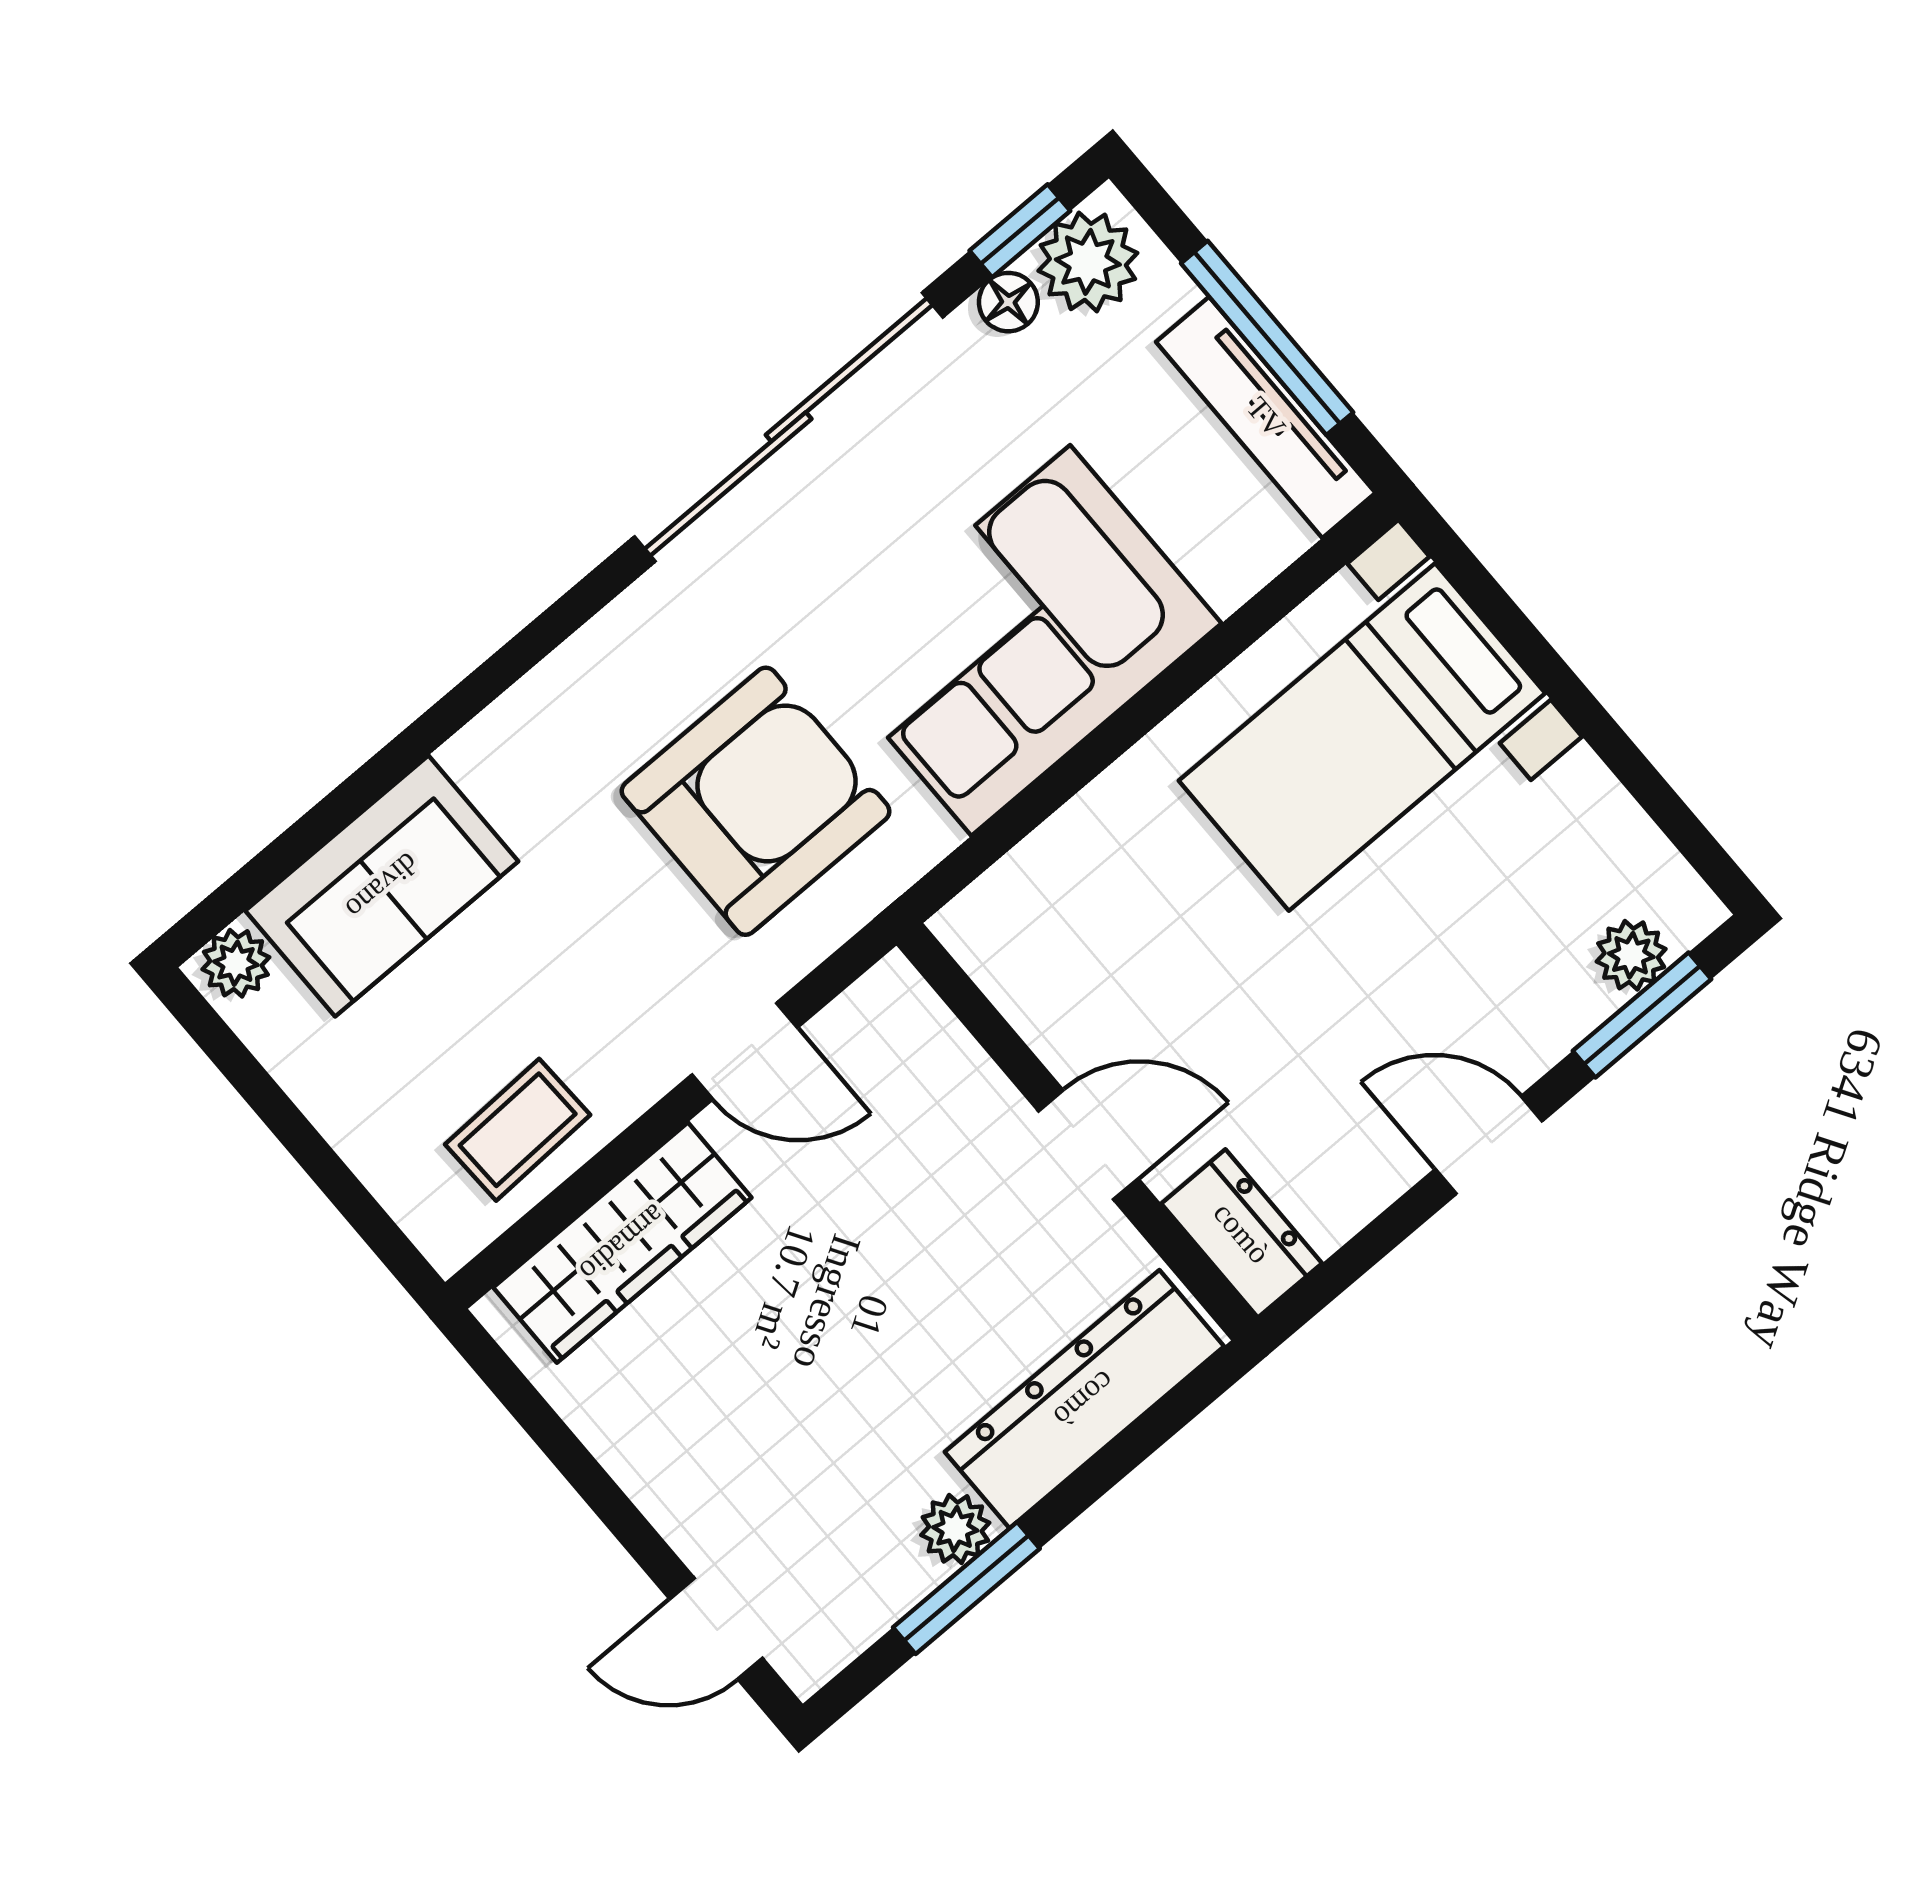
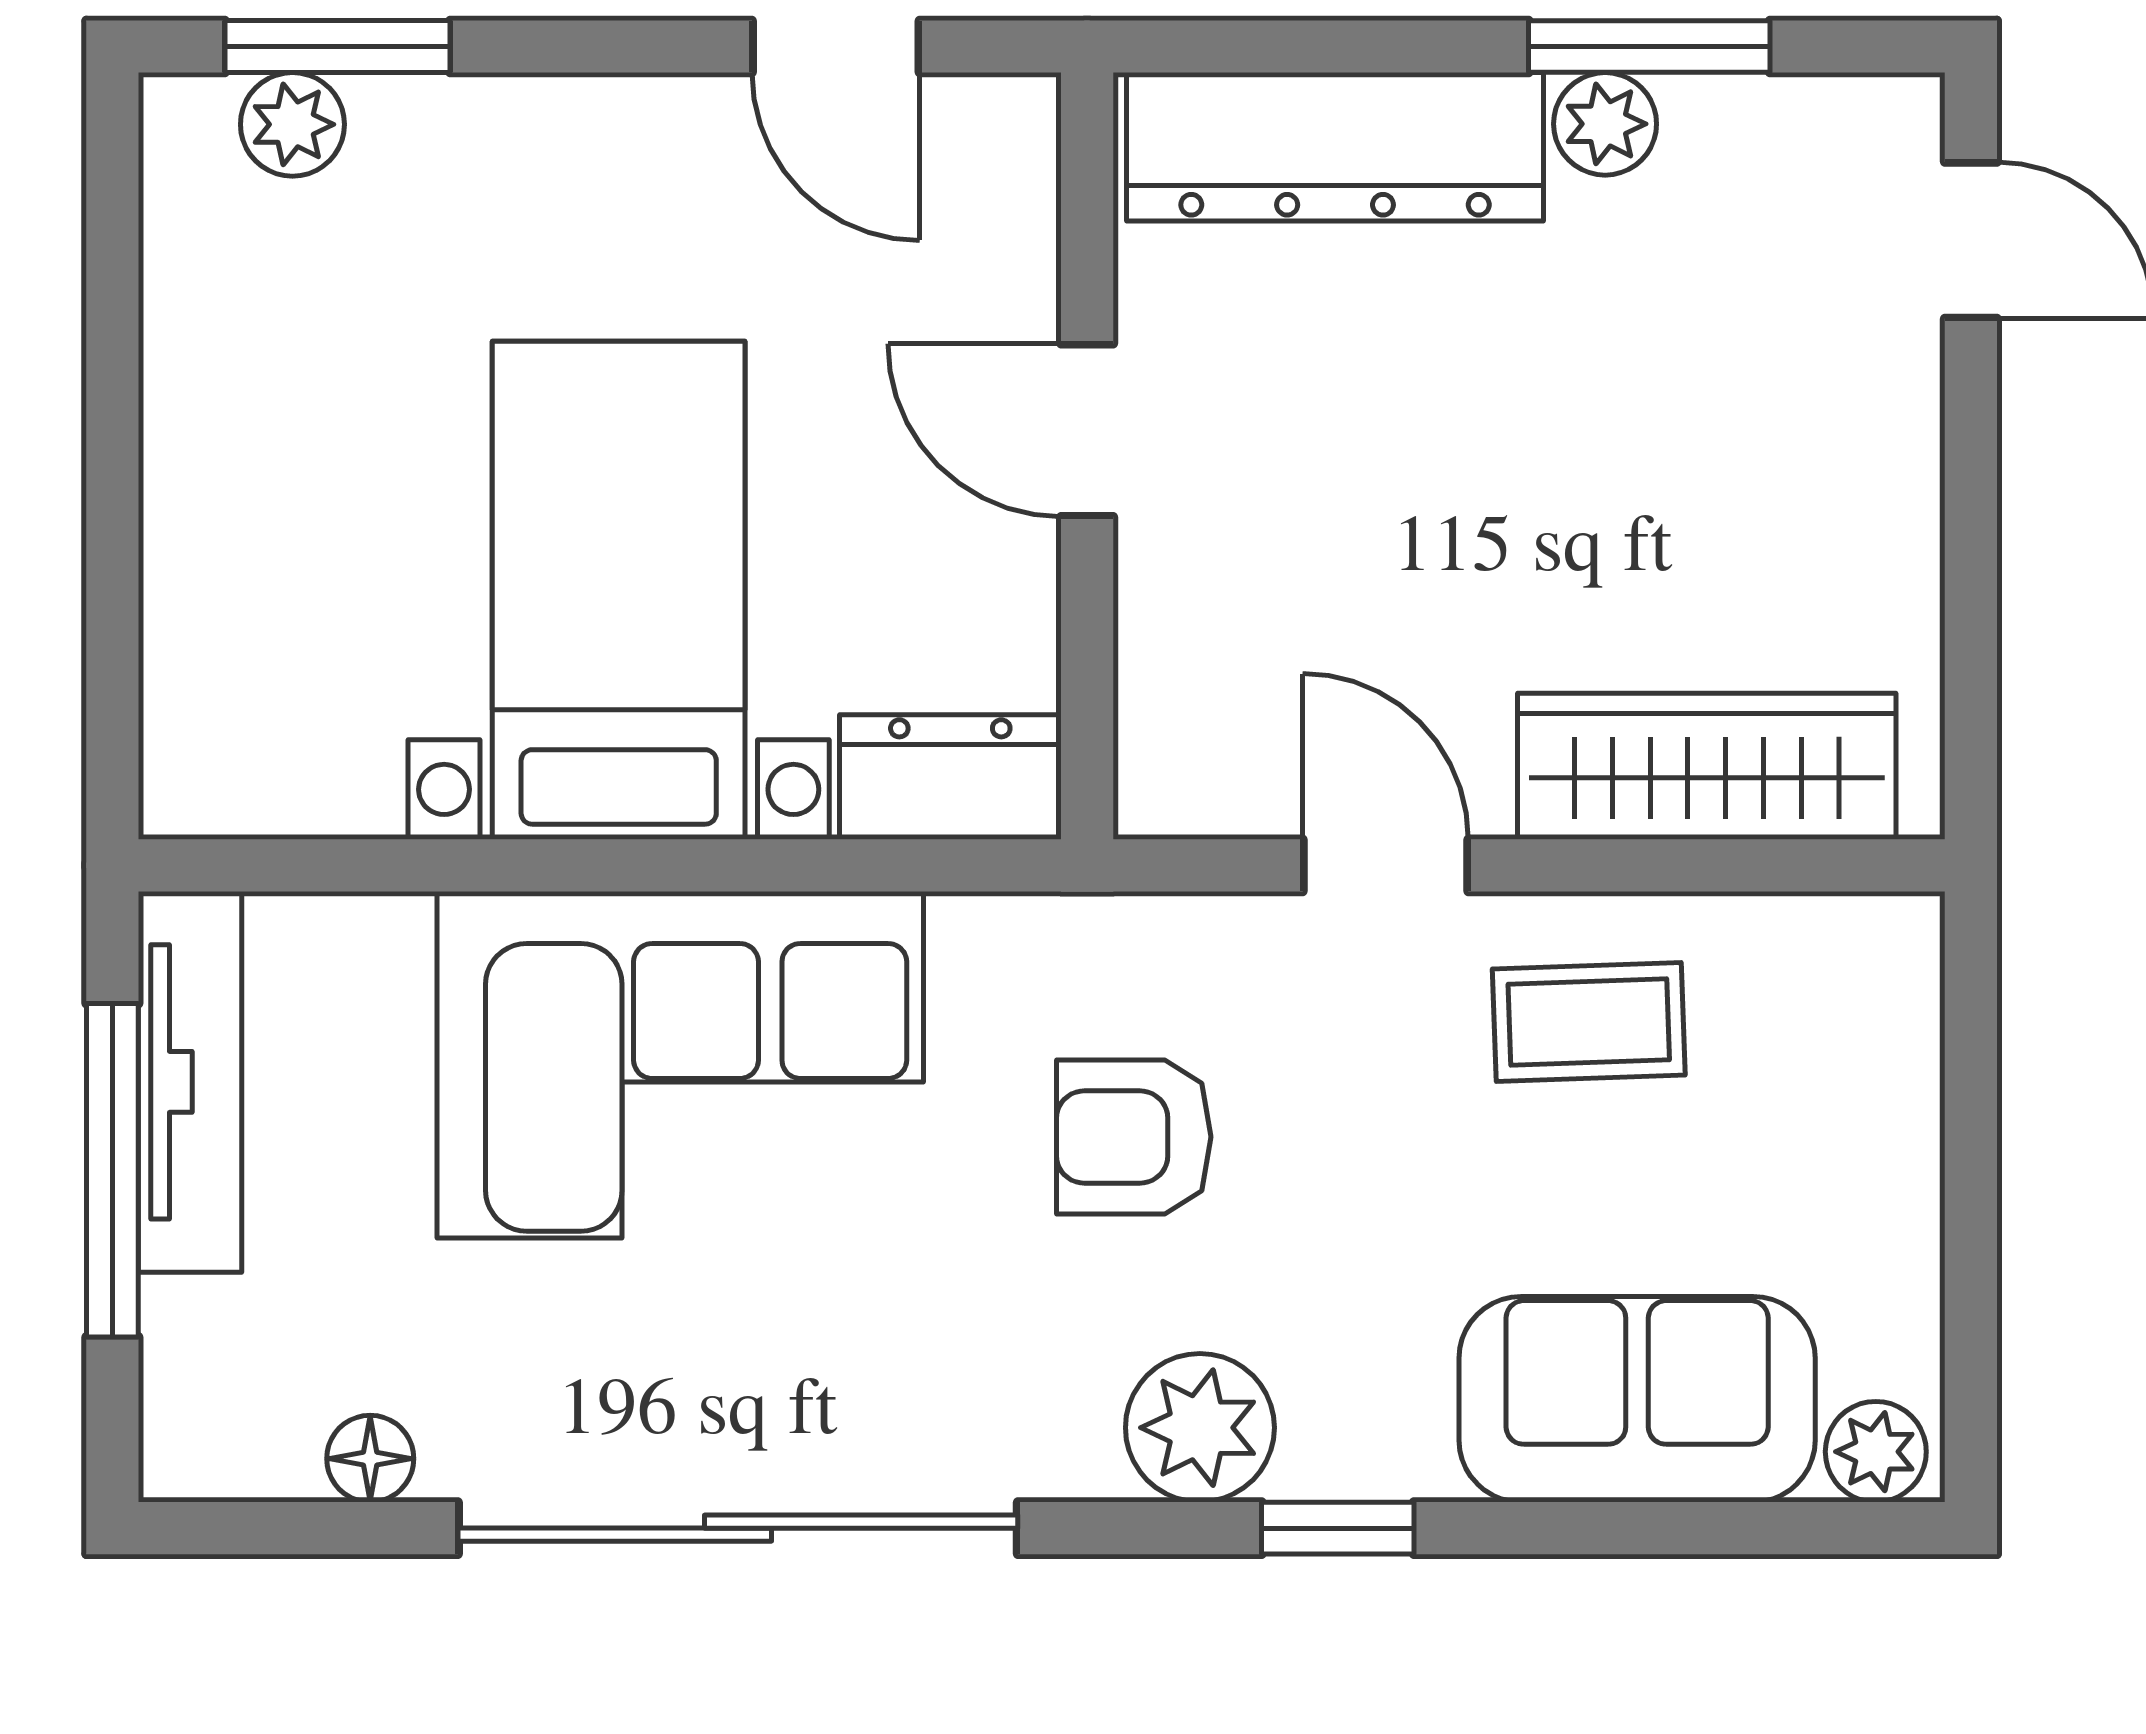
window: (1020, 231) -> (1338, 1528), moved
plant: (1088, 262) -> (1200, 1428), moved
bed with nightstands: (1362, 737) -> (619, 590), moved, turned -90
armchair: (756, 801) -> (1134, 1137), width x0.53, depth x0.53
coffee table: (518, 1130) -> (1589, 1022), moved
door: (1489, 1145) -> (836, 47), moved
dresser: (1242, 1233) -> (950, 777), moved, turned 90

